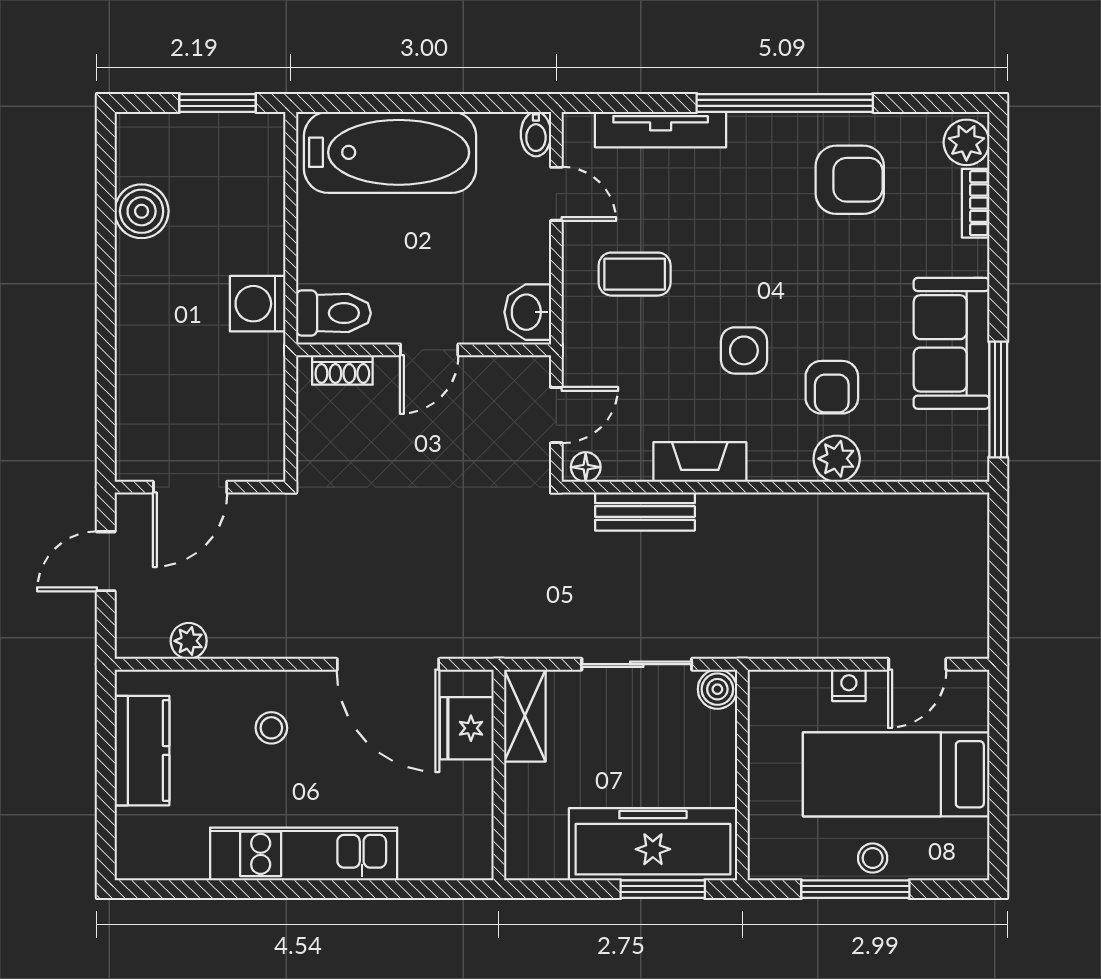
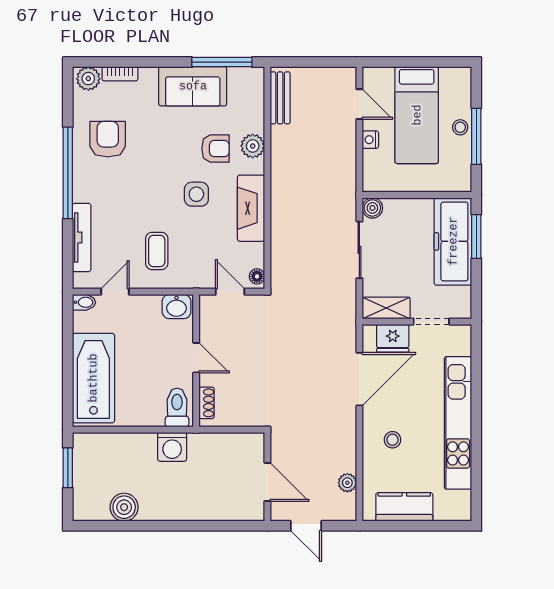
fireplace: (700, 462) -> (251, 208), width x1.37, depth x1.32
bench: (645, 512) -> (280, 98), moved
doorway: (499, 802) -> (431, 322), added
kitchen unit: (304, 854) -> (458, 423), width x1.36

